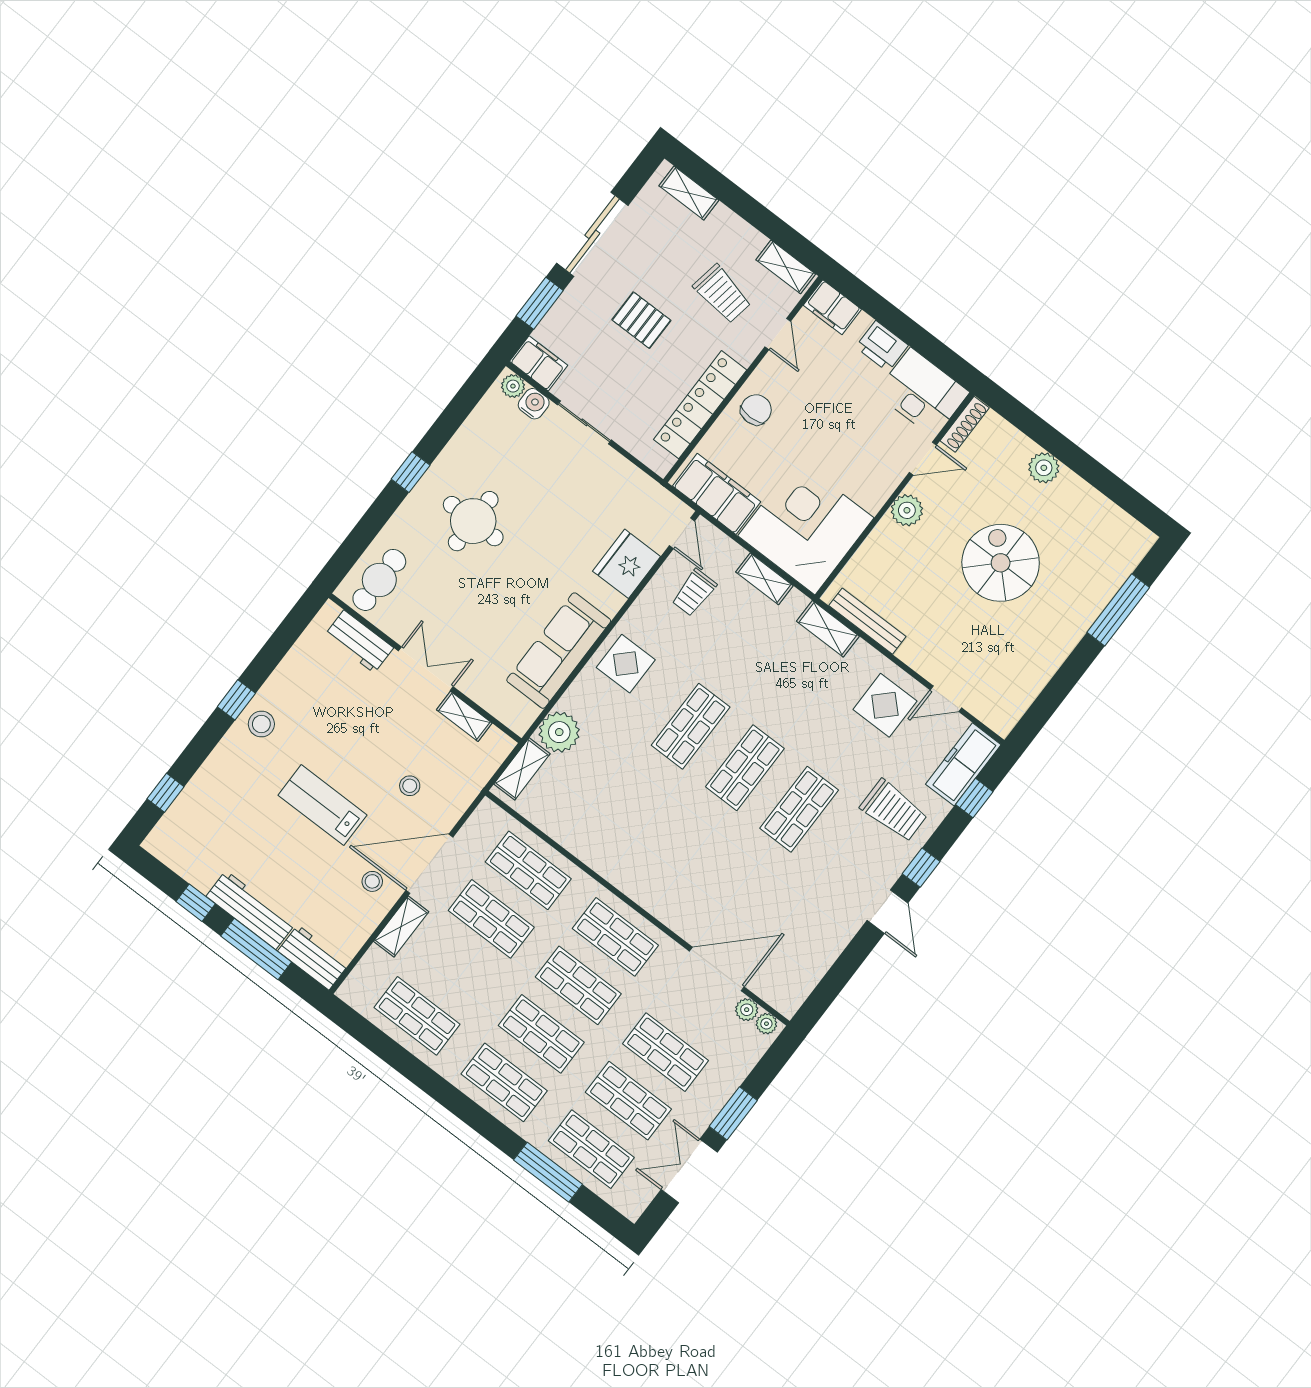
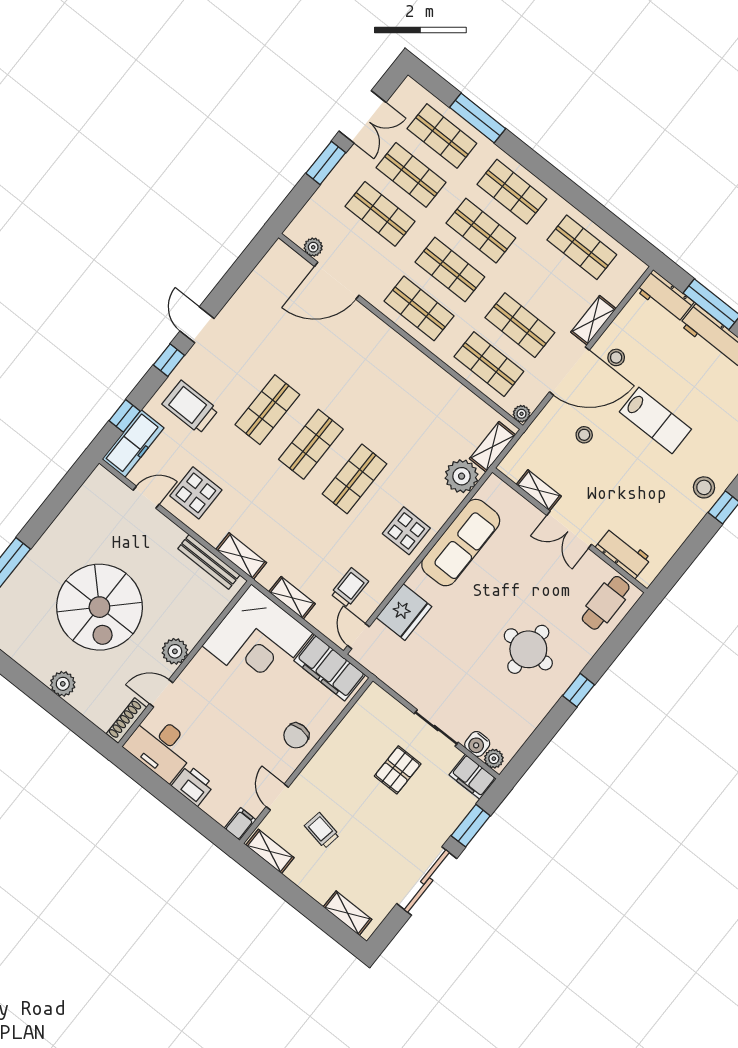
trolley: (722, 294) -> (322, 830), width x0.73, depth x0.72
filing cabinet: (832, 307) -> (240, 824), width x0.50
pallet: (641, 320) -> (398, 770), moved, turned 90
locker: (700, 405) -> (342, 741), removed
spiral stairs: (1001, 563) -> (99, 607), width x1.37, depth x1.37
plant: (766, 1024) -> (522, 414), moved

